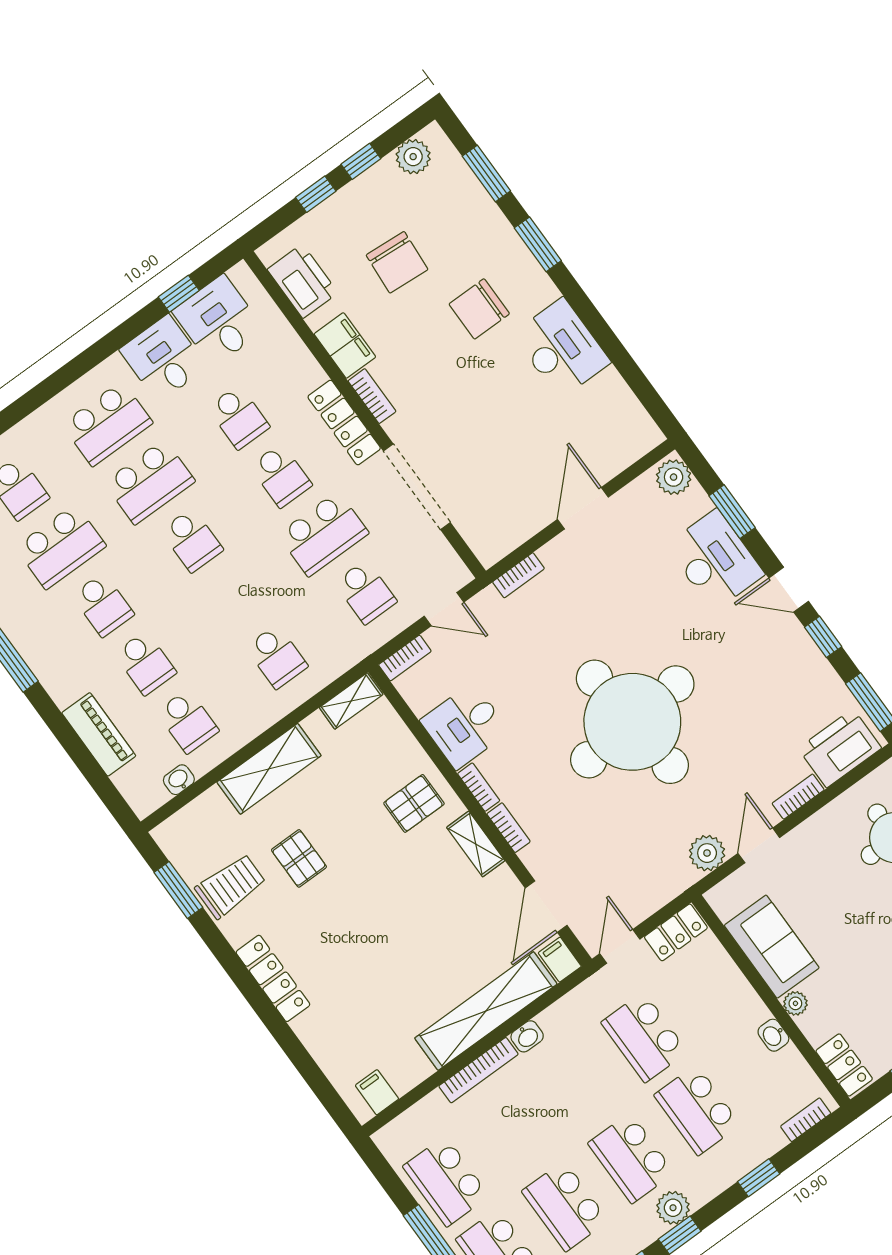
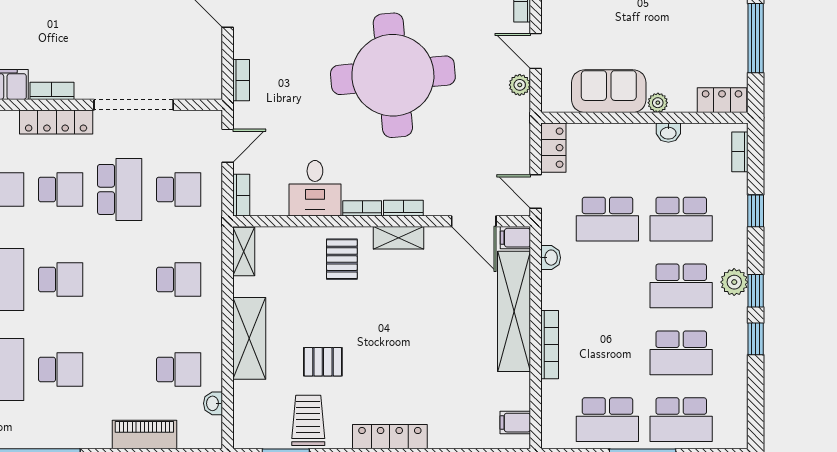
school desk: (145, 663) -> (120, 369), removed
plant: (707, 853) -> (520, 85), width x0.73, depth x0.73
washbasin: (527, 1036) -> (551, 258), moved

